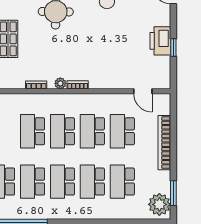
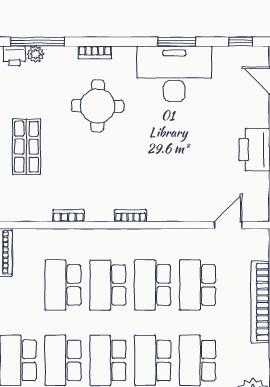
plant: (60, 83) -> (104, 213), removed
door: (143, 91) -> (228, 225), swing flipped

